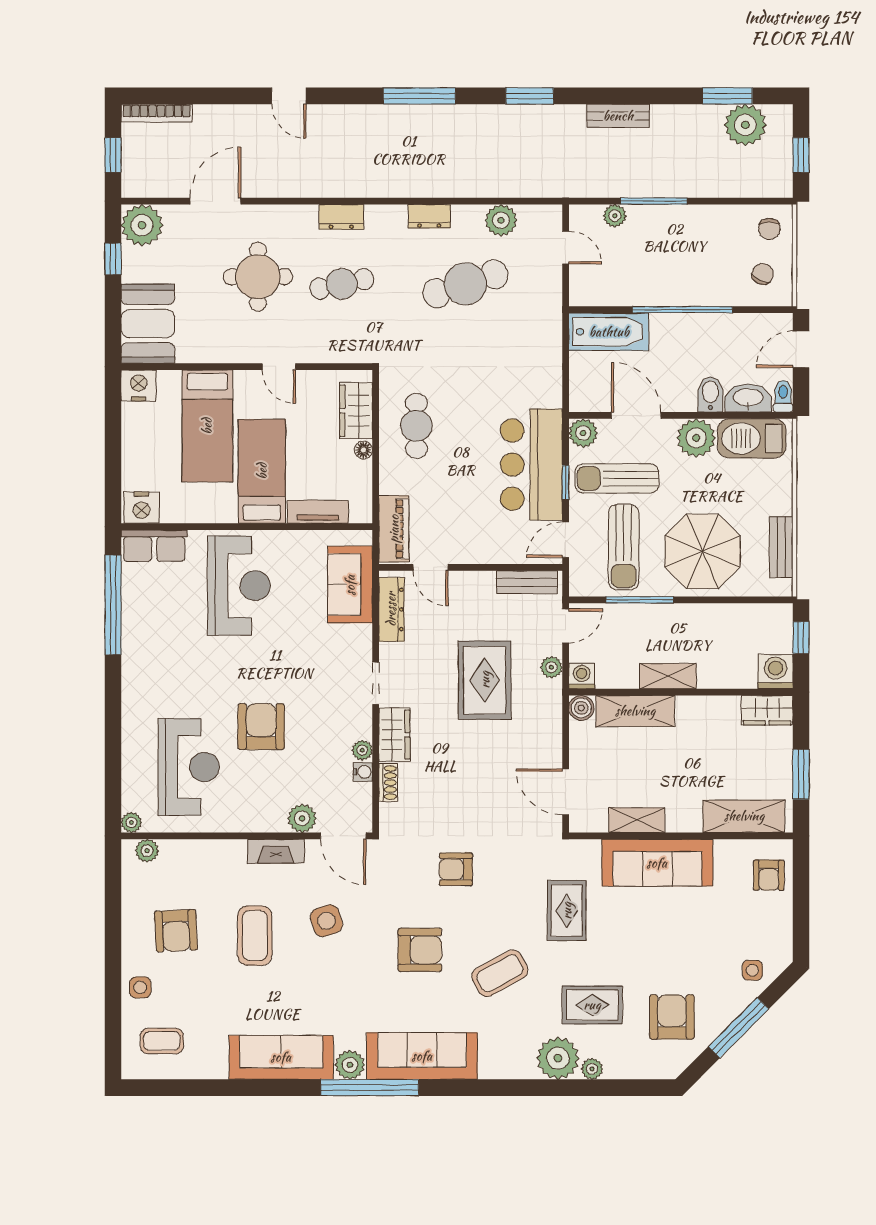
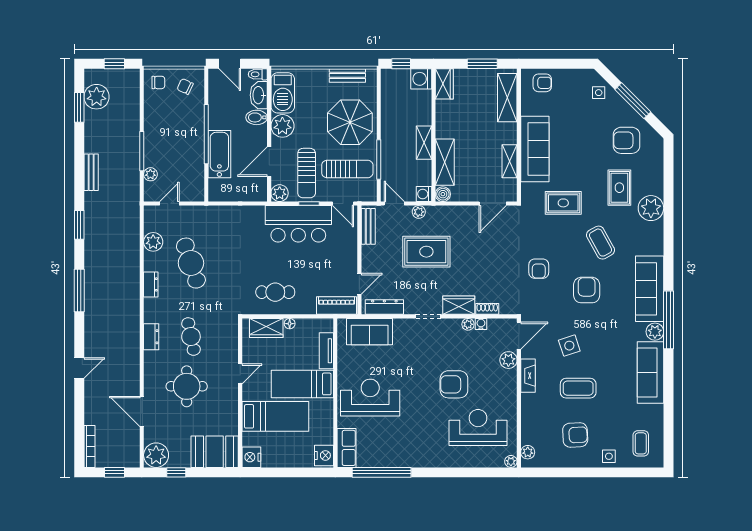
bathtub: (609, 332) -> (219, 154), moved
plant: (592, 1069) -> (657, 188), removed

